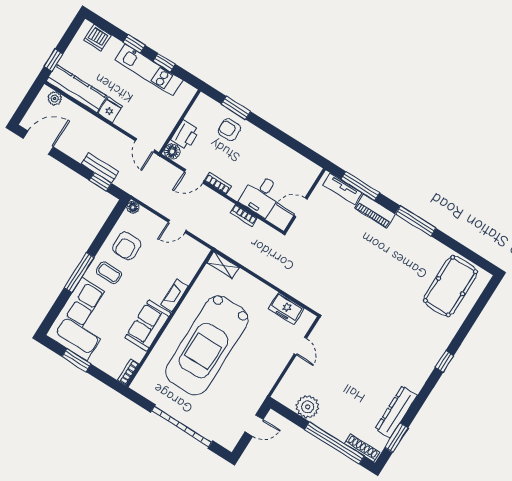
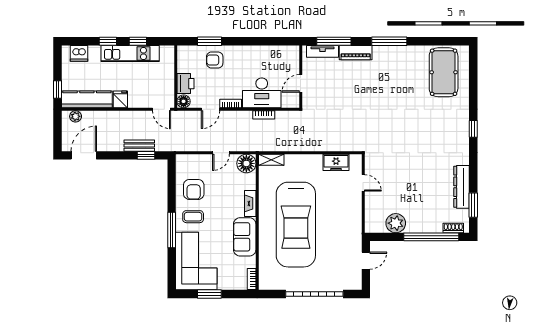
desk: (261, 195) -> (262, 93), width x1.37
floor lamp: (133, 207) -> (246, 163), moved, width x1.89, depth x1.89
shoe rack: (362, 448) -> (453, 228), width x0.70

